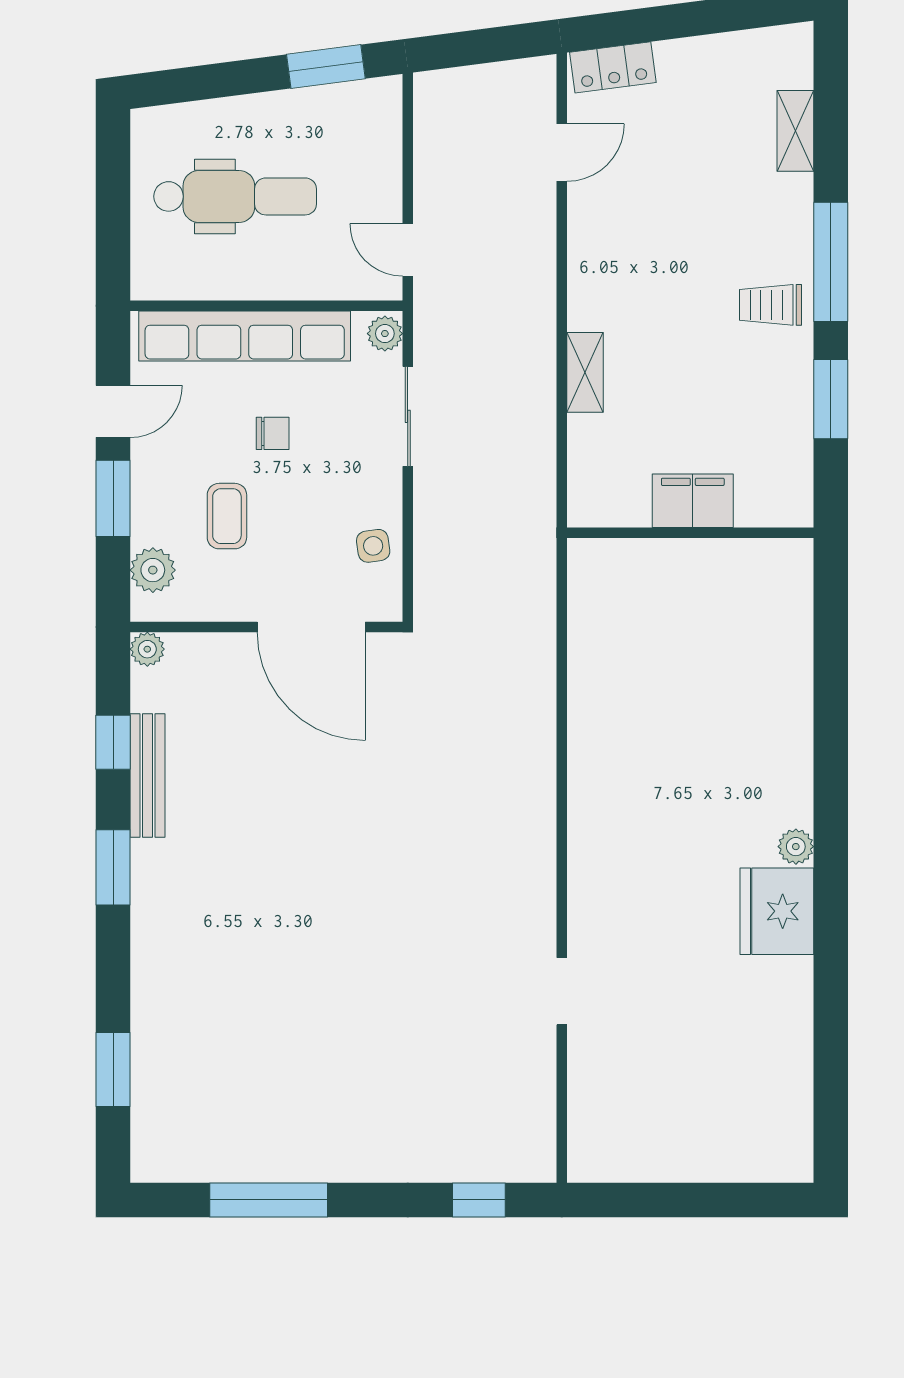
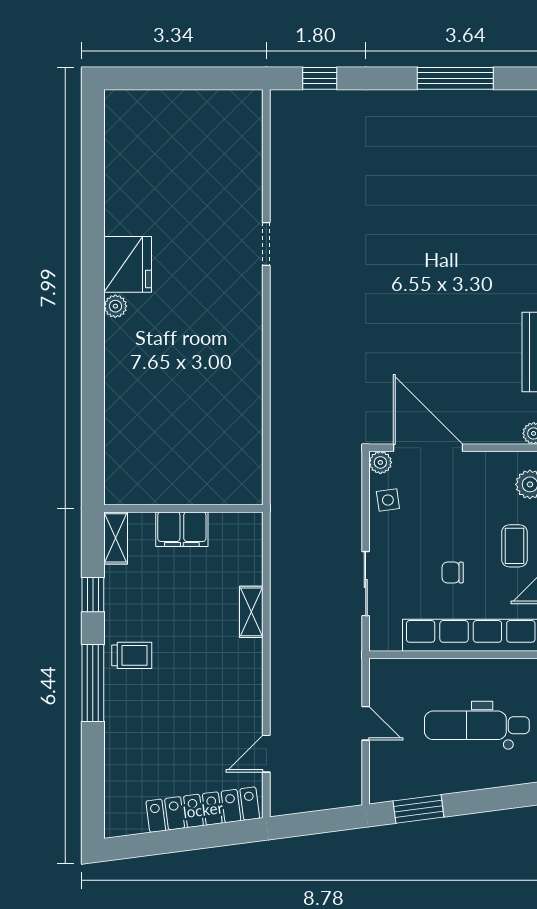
locker: (613, 67) -> (203, 810), width x2.16, depth x1.21
shelving: (795, 131) -> (116, 538), moved
door: (408, 250) -> (366, 723), moved
plant: (385, 334) -> (380, 462), moved
window: (831, 399) -> (93, 595), width x0.67
coffee table: (227, 516) -> (514, 546), moved
doorway: (562, 991) -> (266, 244), moved

